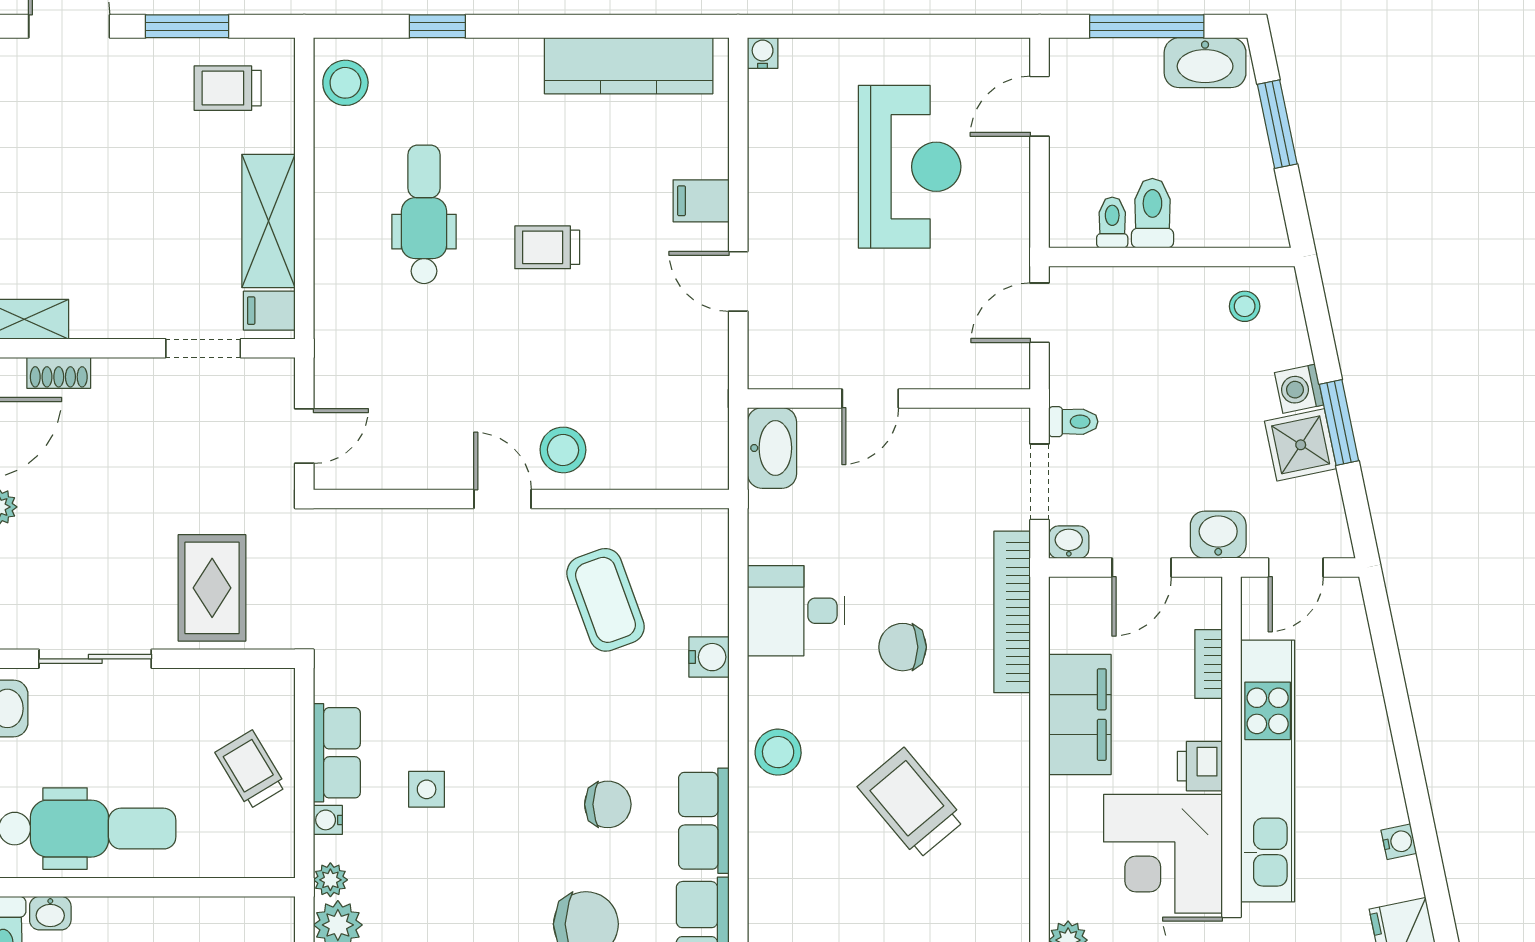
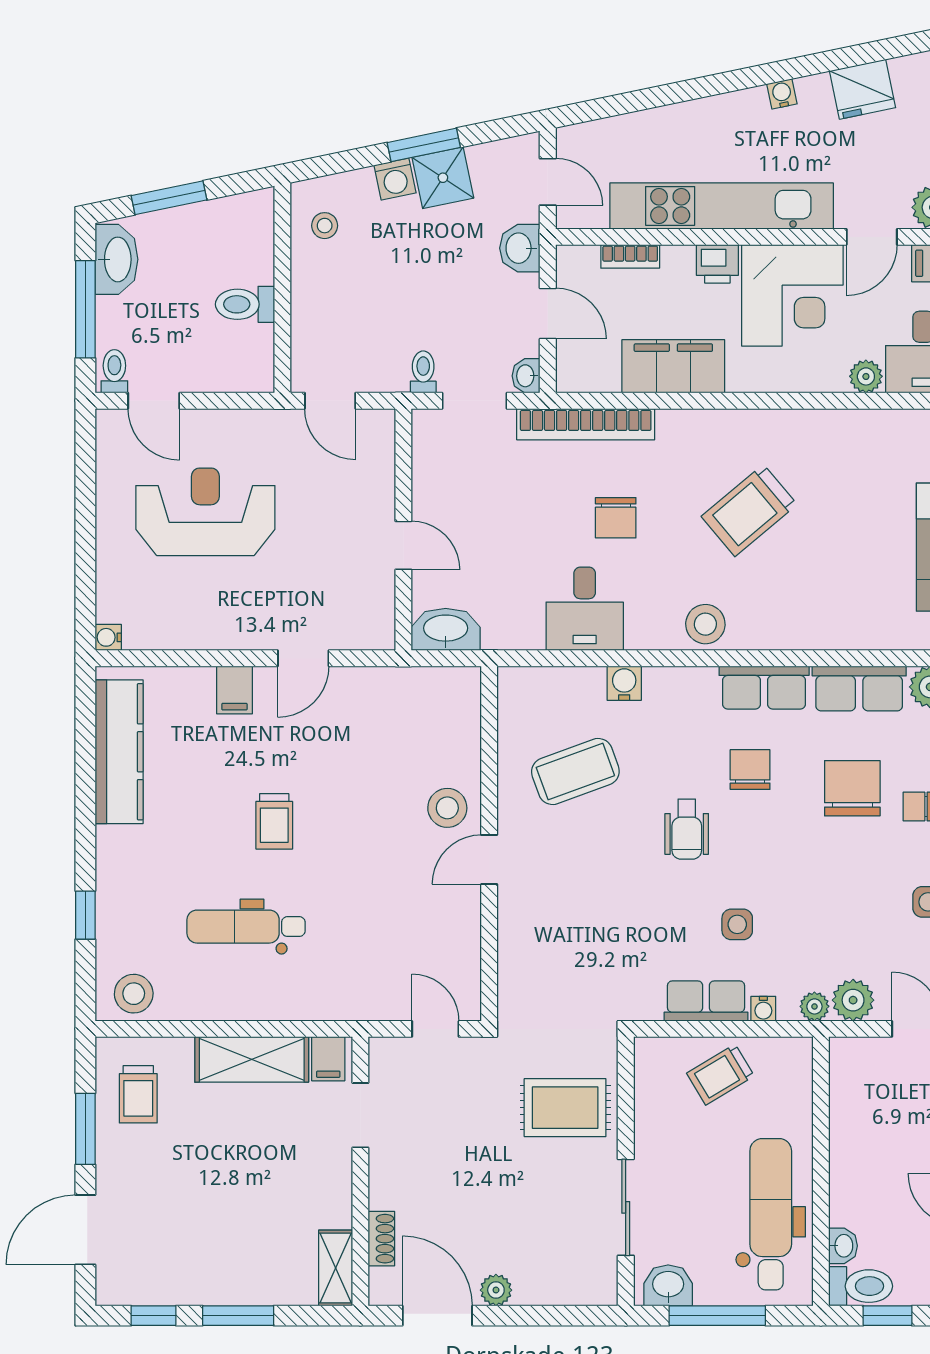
toilet: (1112, 222) -> (114, 371), moved, turned 90
wheelchair: (538, 730) -> (687, 829), added

